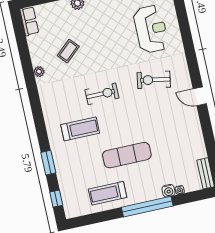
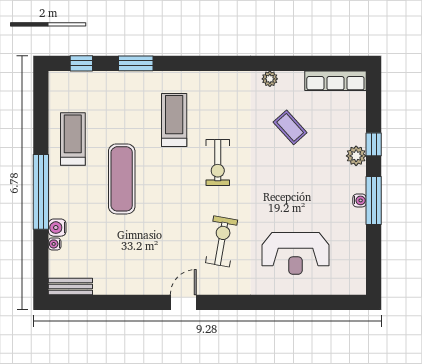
row of seats: (29, 21) -> (335, 81), width x1.48
treadmill: (80, 129) -> (174, 120), turned 180

